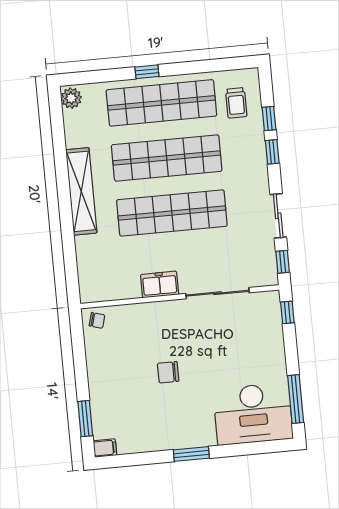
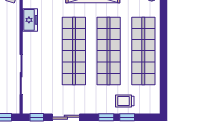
window: (147, 72) -> (164, 44), removed
trolley: (236, 103) -> (125, 101), moved
freezer: (160, 284) -> (30, 20), moved

